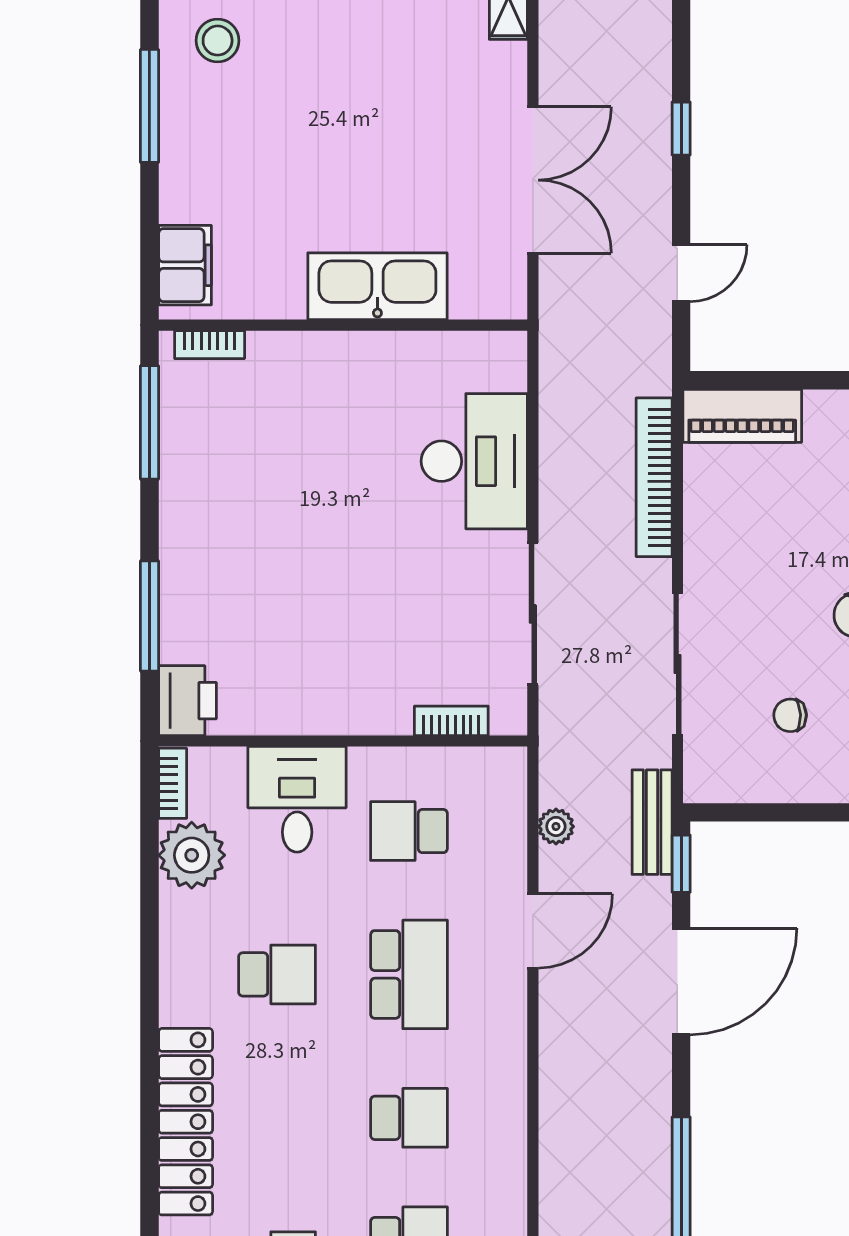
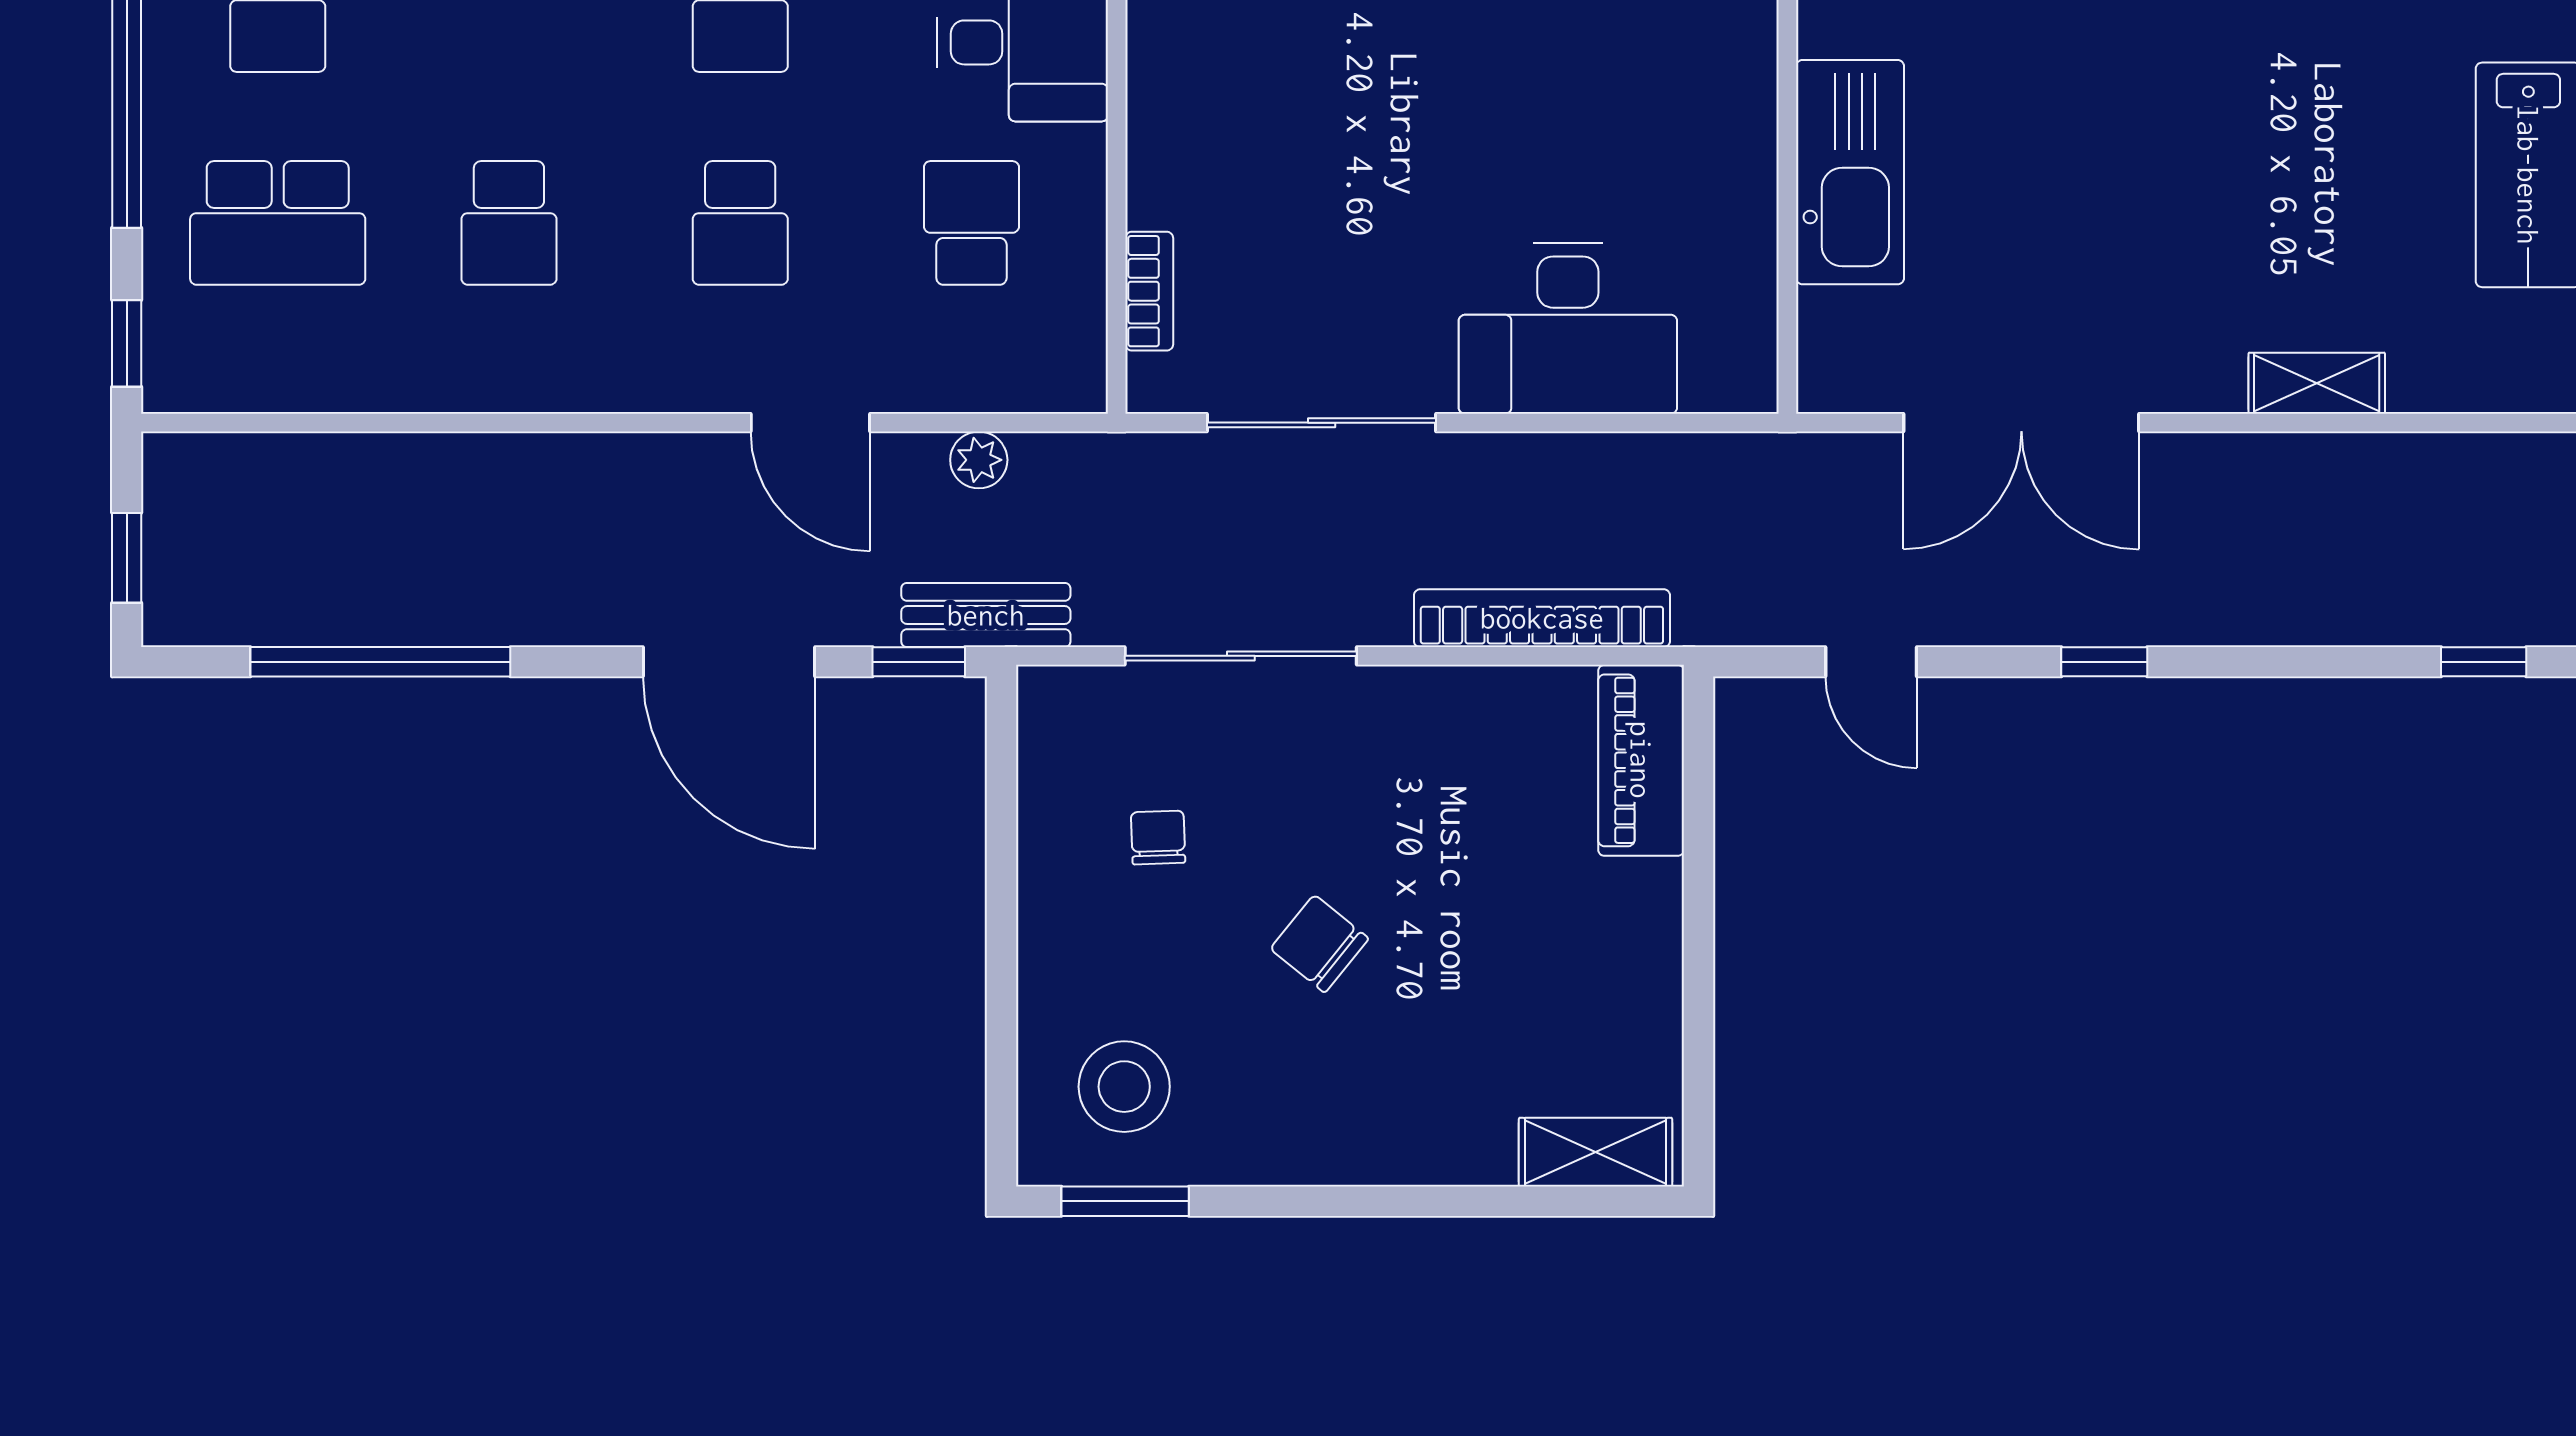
school desk: (409, 974) -> (740, 223), width x0.54

